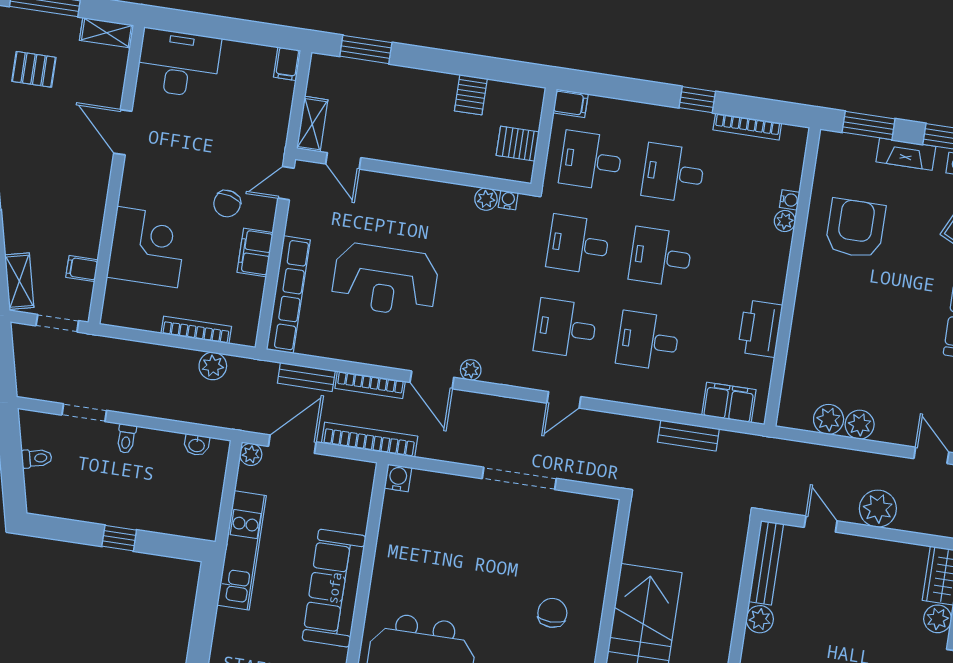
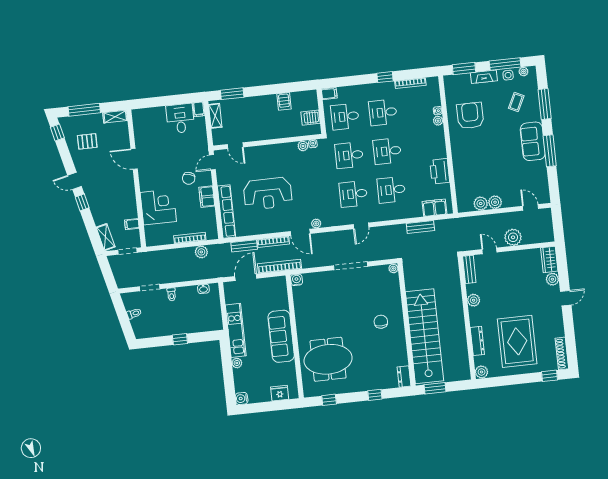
desk: (178, 63) -> (180, 118), moved, width x0.73
shelving: (312, 124) -> (215, 116), moved
plant: (251, 454) -> (237, 363), moved
plant: (608, 508) -> (393, 268), added
bench: (766, 563) -> (469, 269), width x0.73

